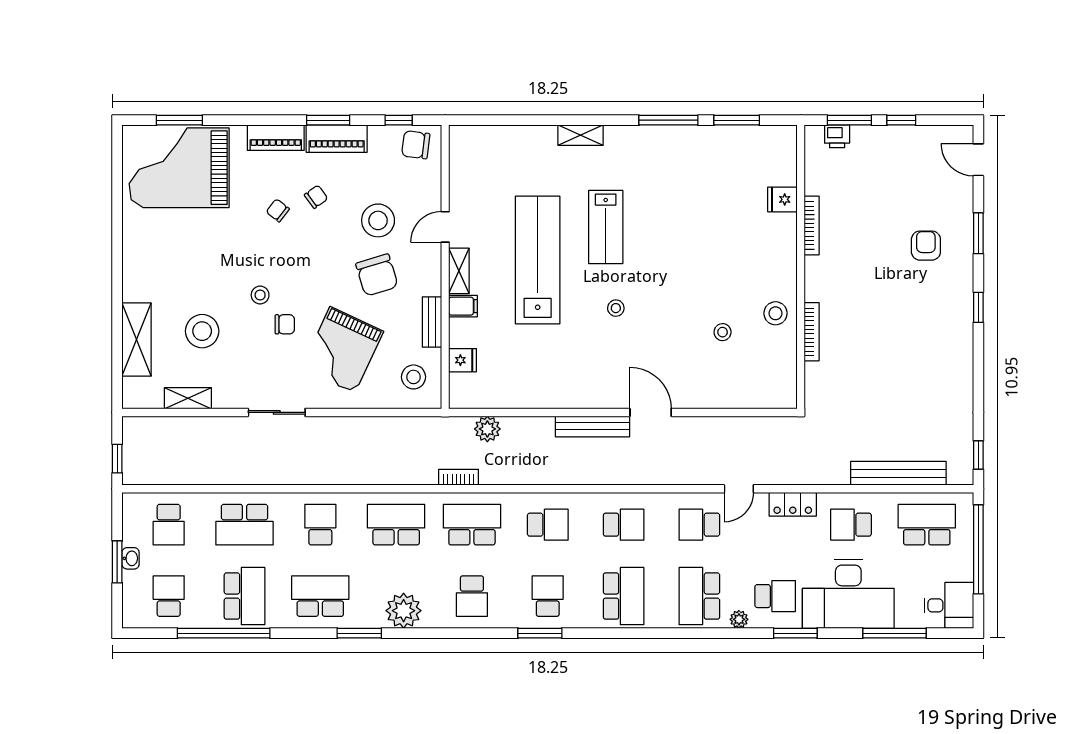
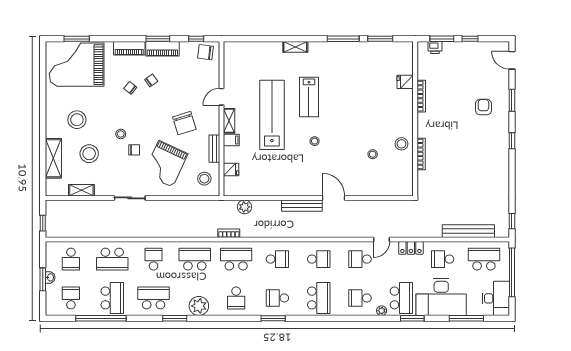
stool: (378, 220) -> (77, 120), moved
school desk: (548, 596) -> (277, 298), turned -90
school desk: (699, 596) -> (360, 298), width x0.54
school desk: (775, 596) -> (401, 298), width x1.85
desk: (949, 605) -> (496, 298), width x1.37

